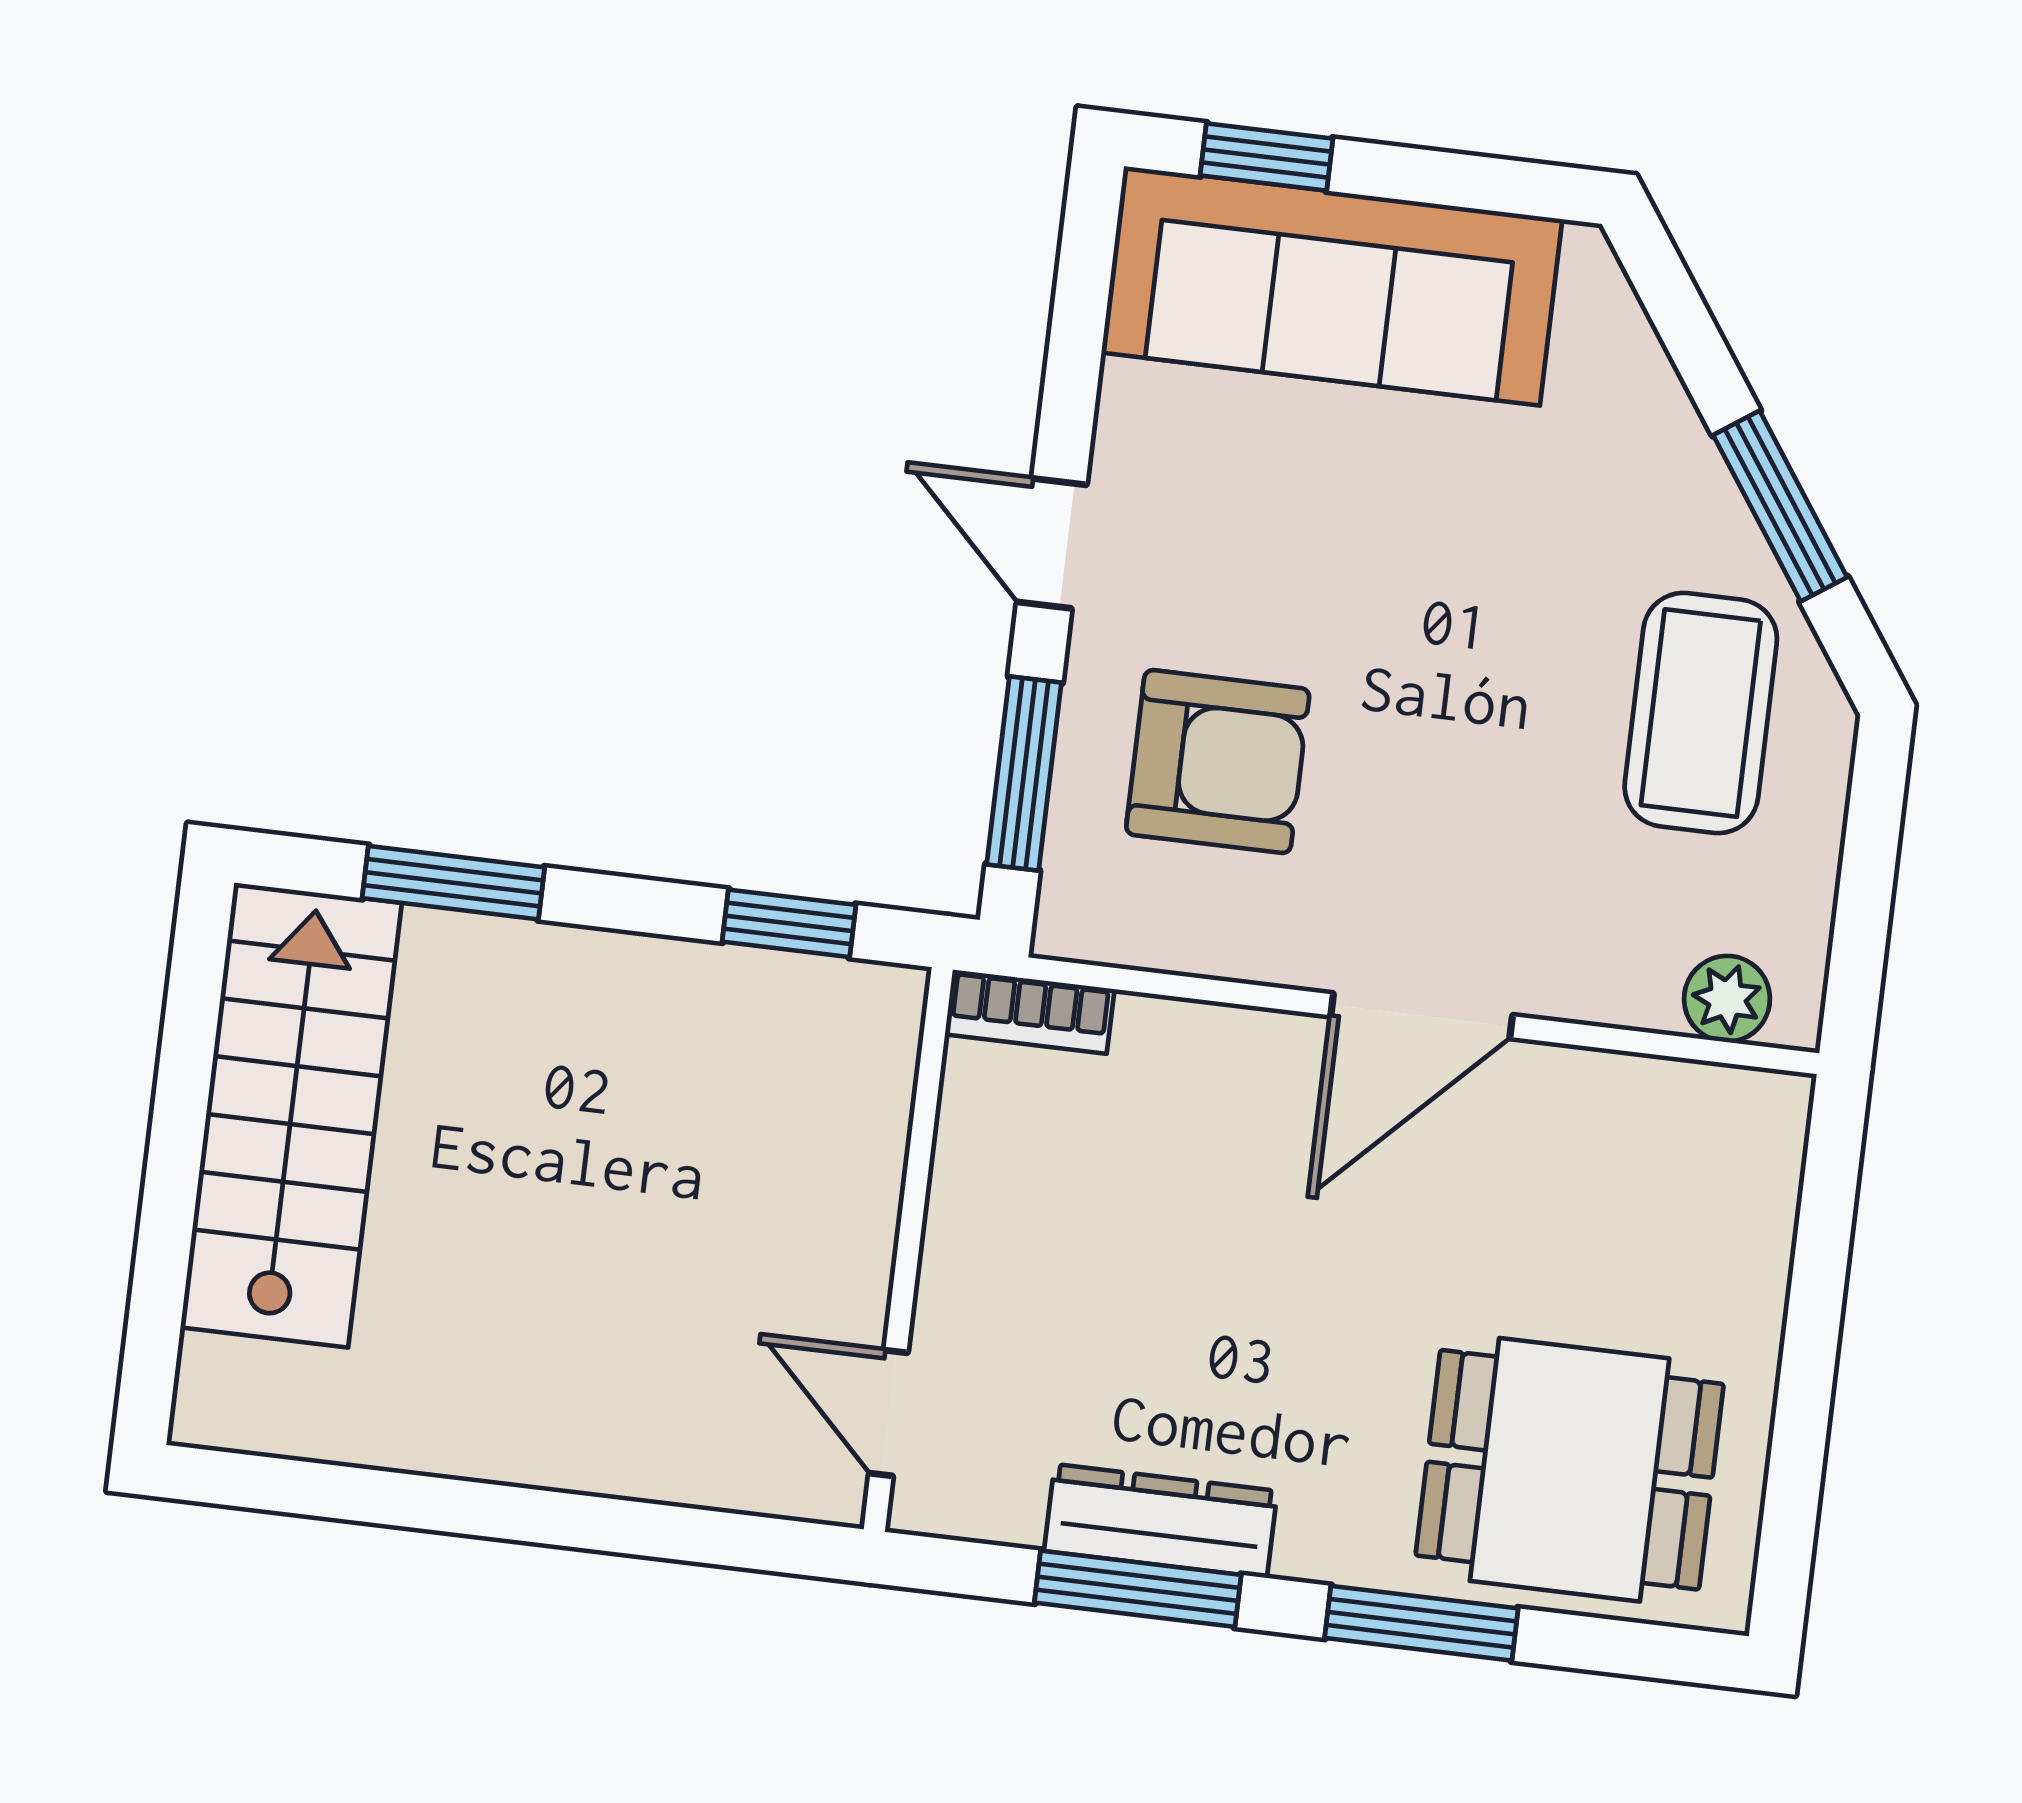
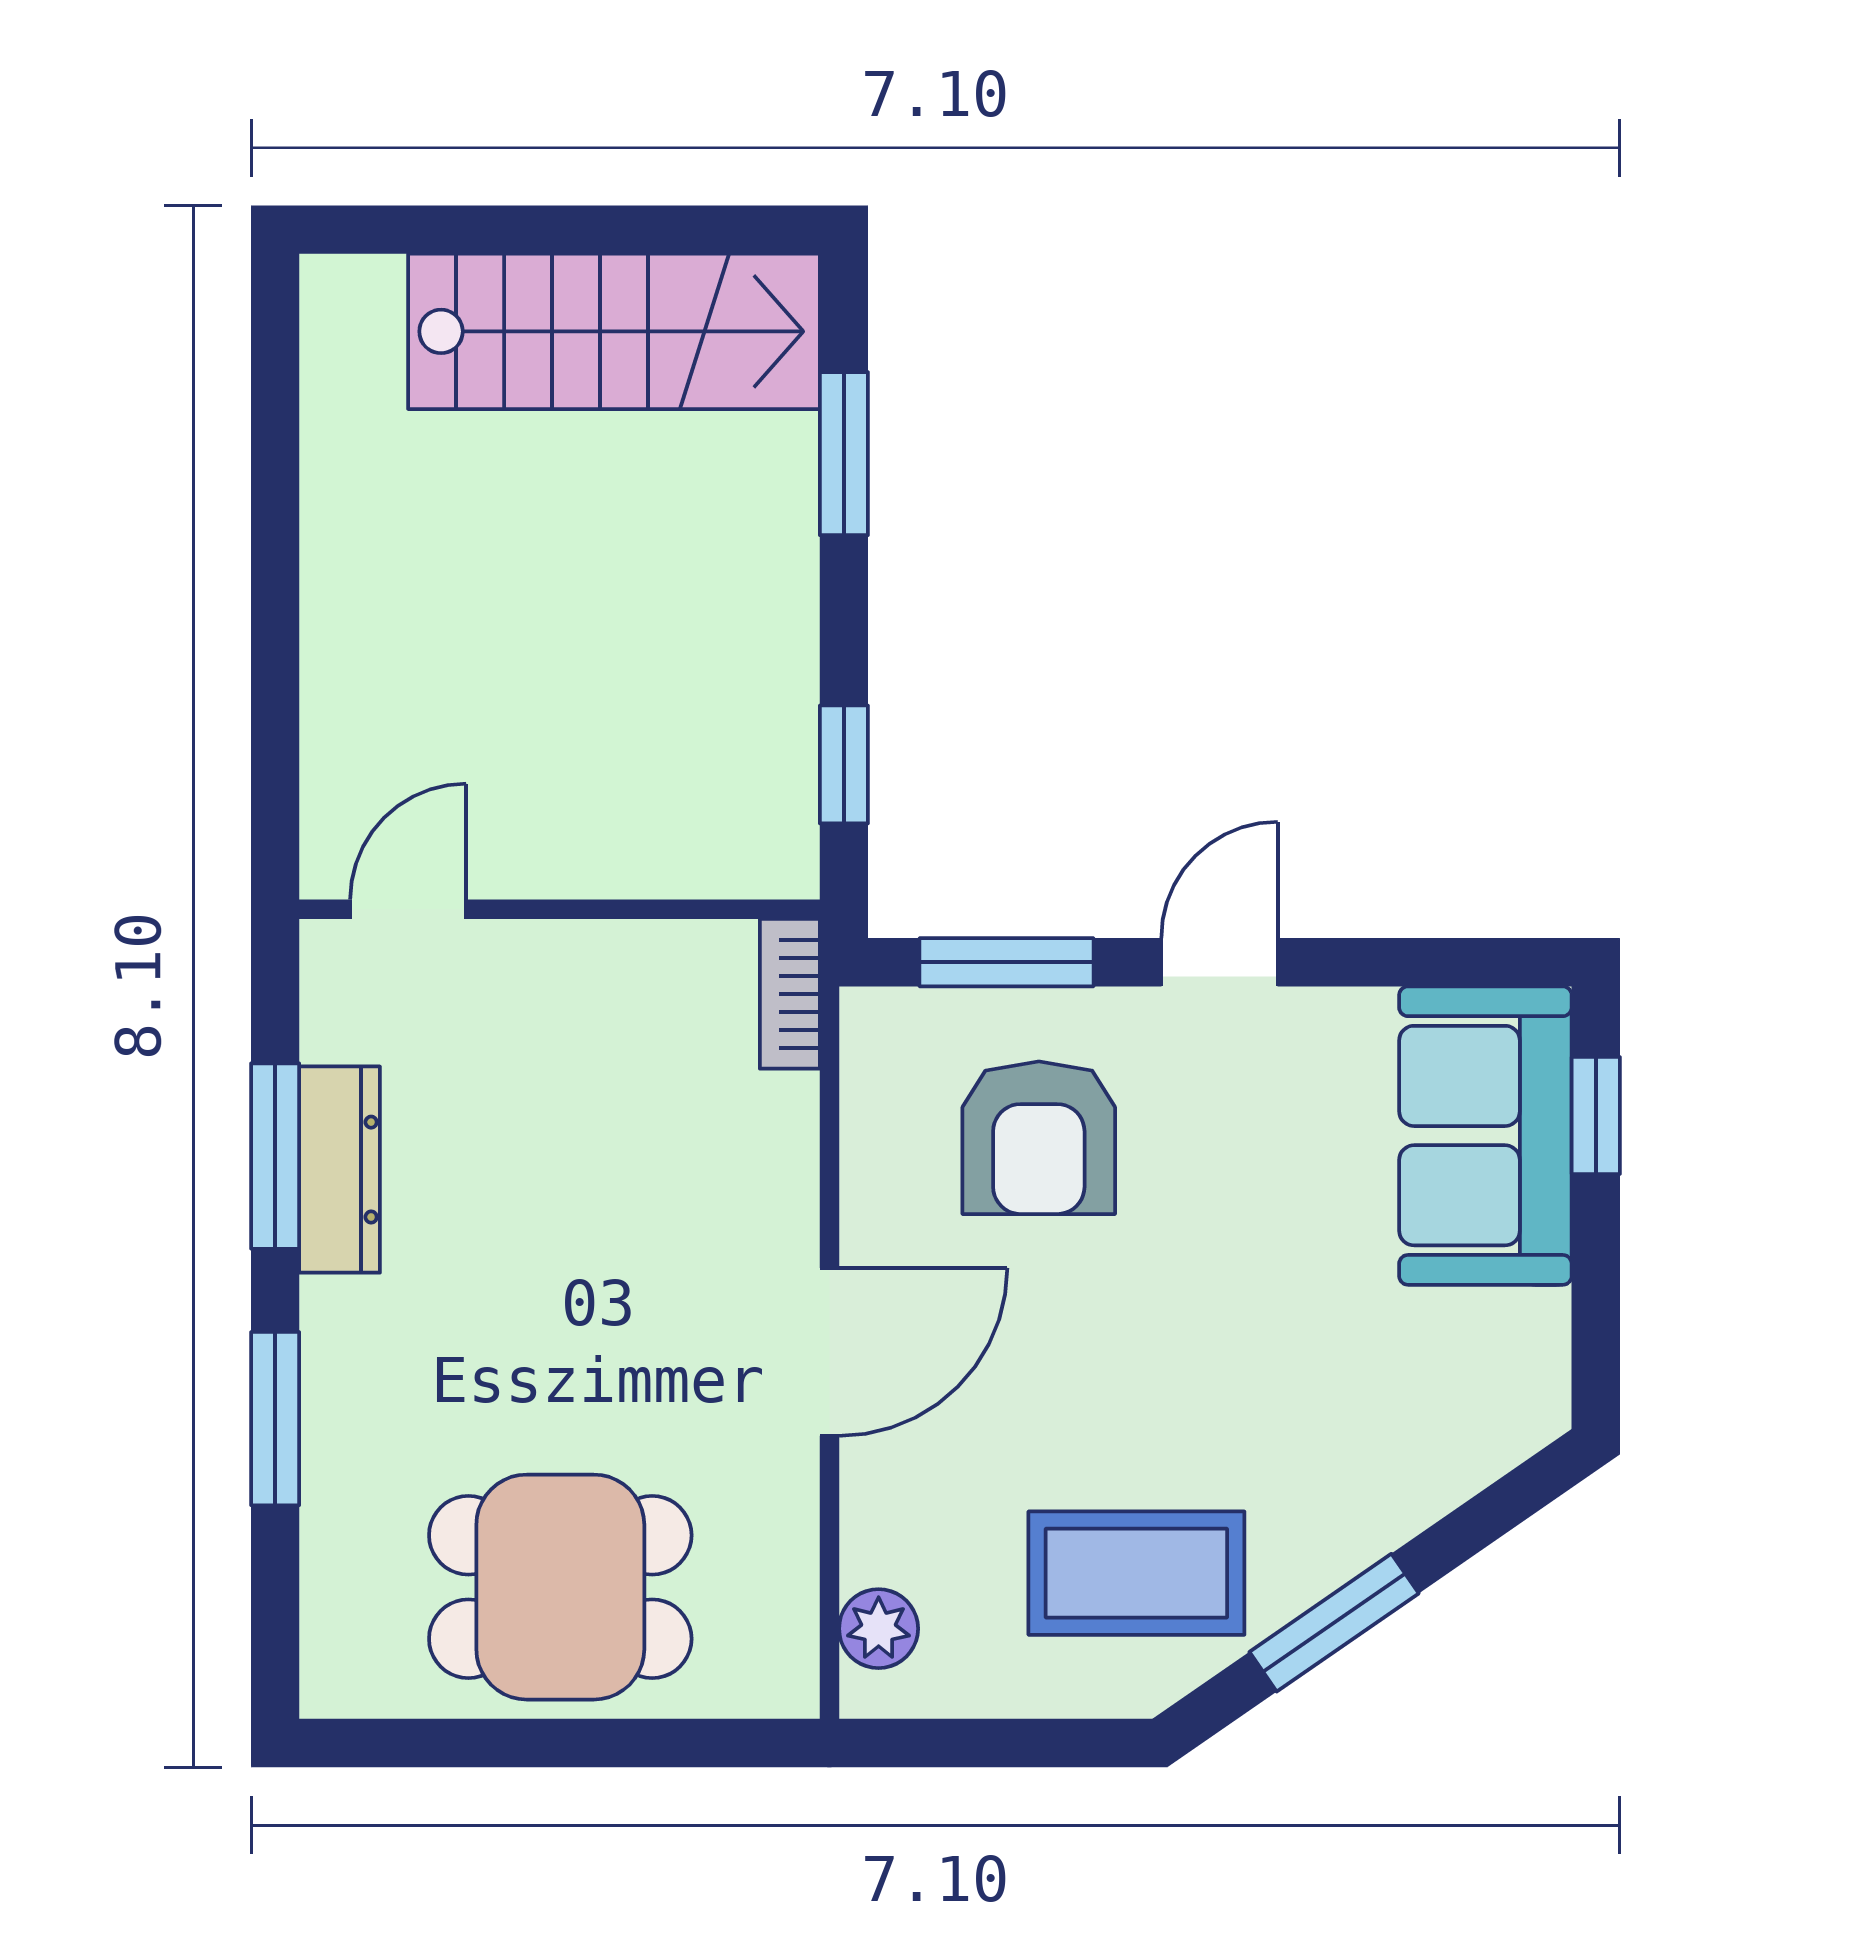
sofa: (1332, 286) -> (1485, 1136), width x0.73
door: (1422, 1016) -> (829, 1352), swing flipped
dining table: (1570, 1470) -> (560, 1587), moved, turned 90

